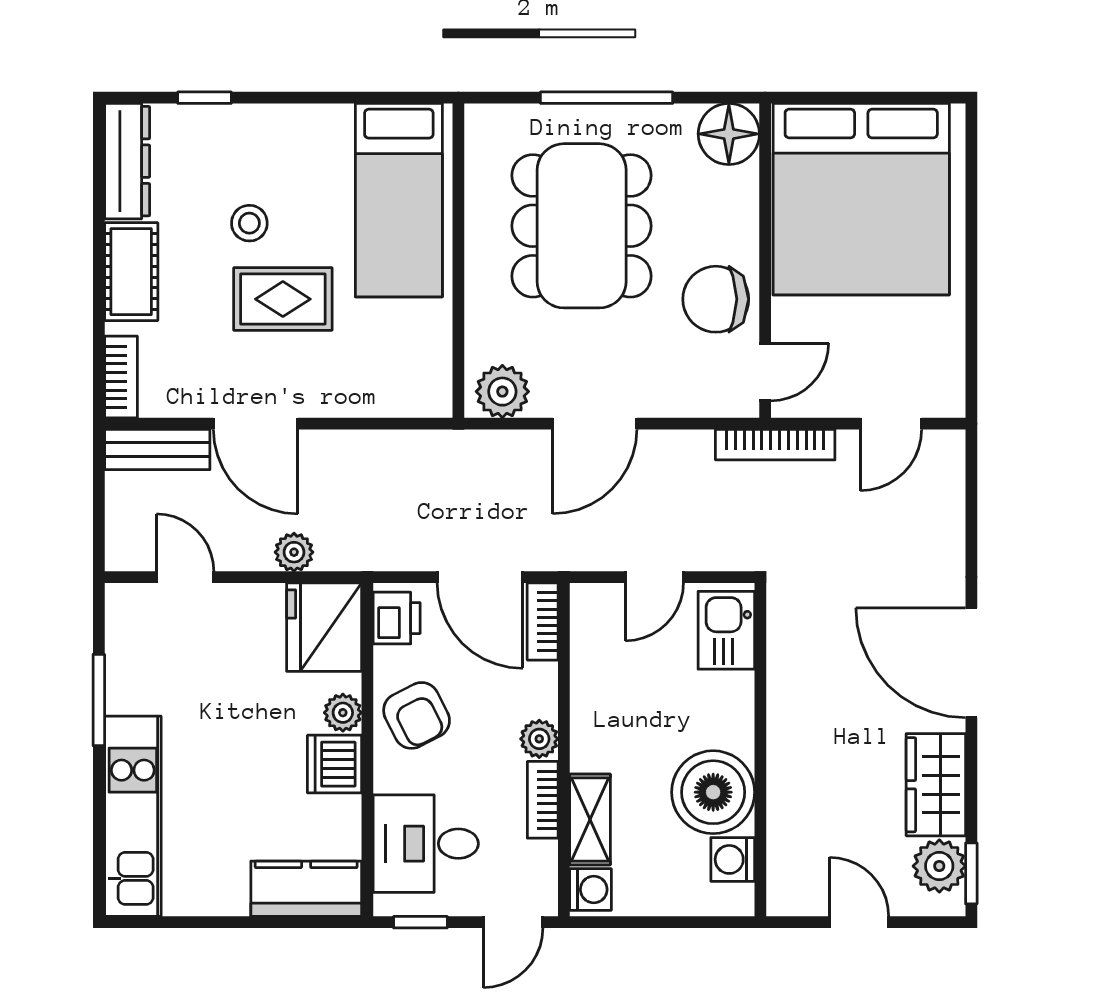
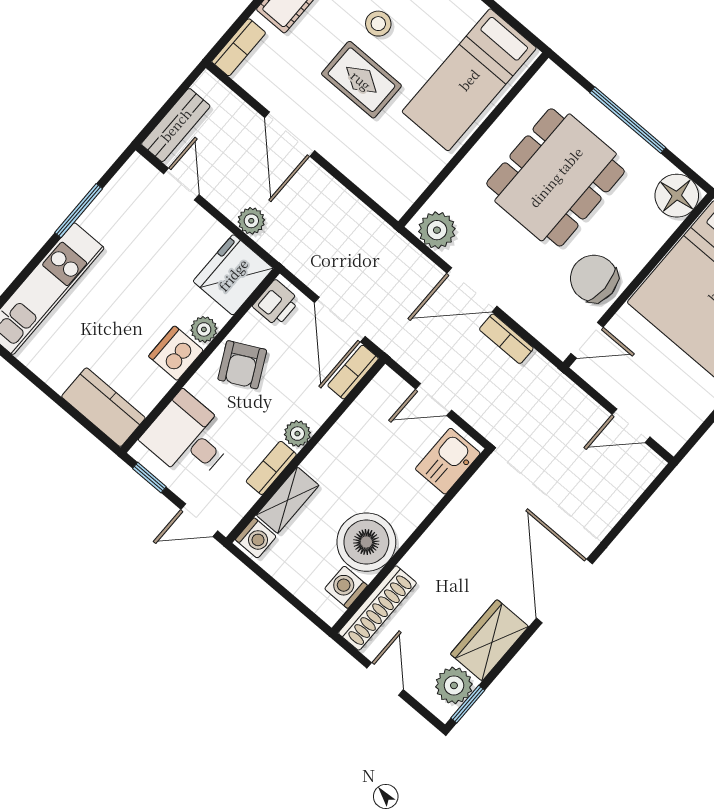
bookcase: (775, 445) -> (506, 339), moved, width x0.64
bench: (157, 450) -> (176, 125), moved, turned 90
shoe rack: (786, 853) -> (377, 608), added

